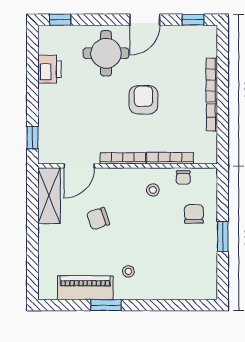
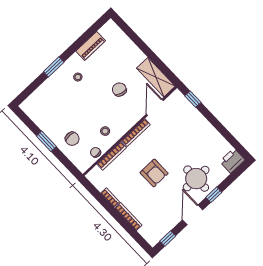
window: (60, 20) -> (214, 195), moved
printer: (49, 69) -> (232, 161), moved, turned 90
chair: (98, 219) -> (119, 89), turned -56
piano: (85, 288) -> (91, 46), width x0.73, depth x0.75
window: (106, 305) -> (54, 67), moved

